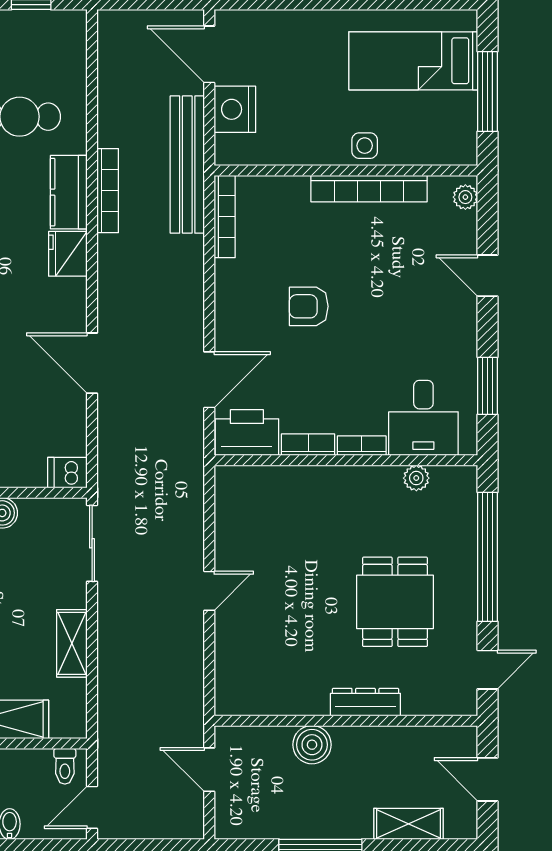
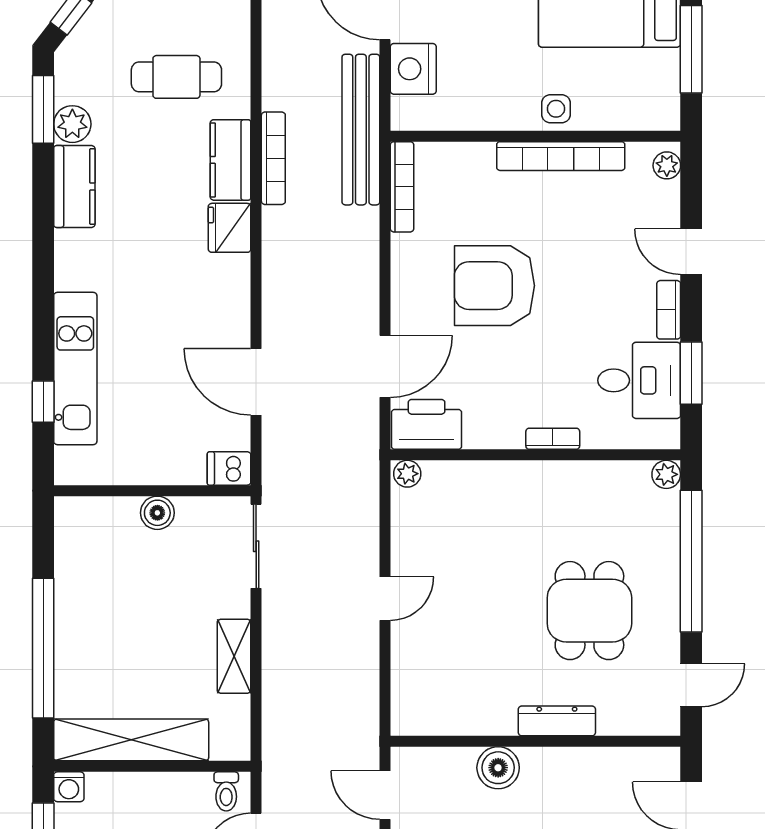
armchair: (309, 306) -> (495, 286), width x1.88, depth x1.88
door: (92, 363) -> (256, 382), moved
desk: (423, 418) -> (639, 380), moved, turned -90
bookcase: (308, 445) -> (669, 310), moved, turned -90
plant: (229, 477) -> (407, 474), added
plant: (416, 478) -> (666, 474), moved

